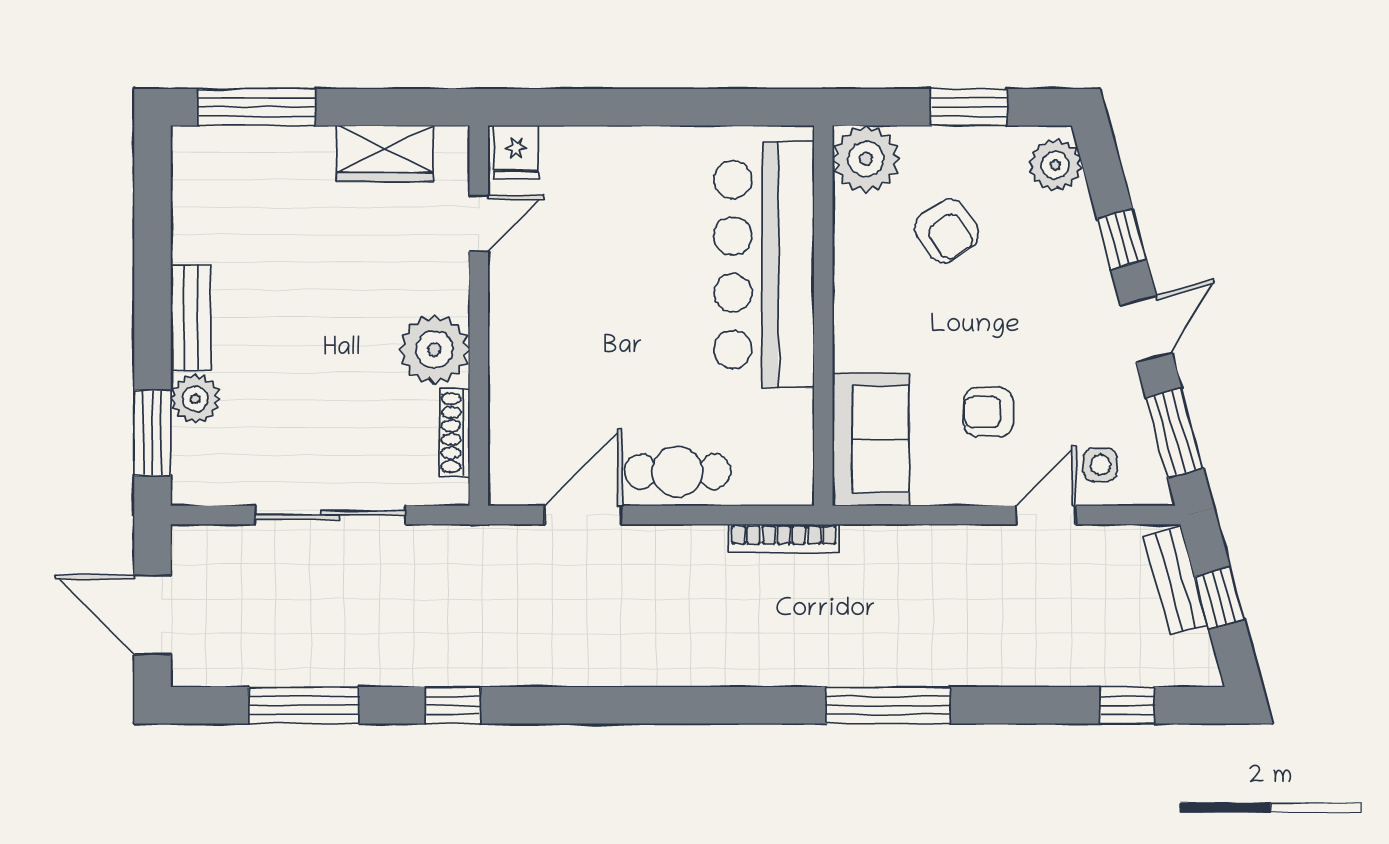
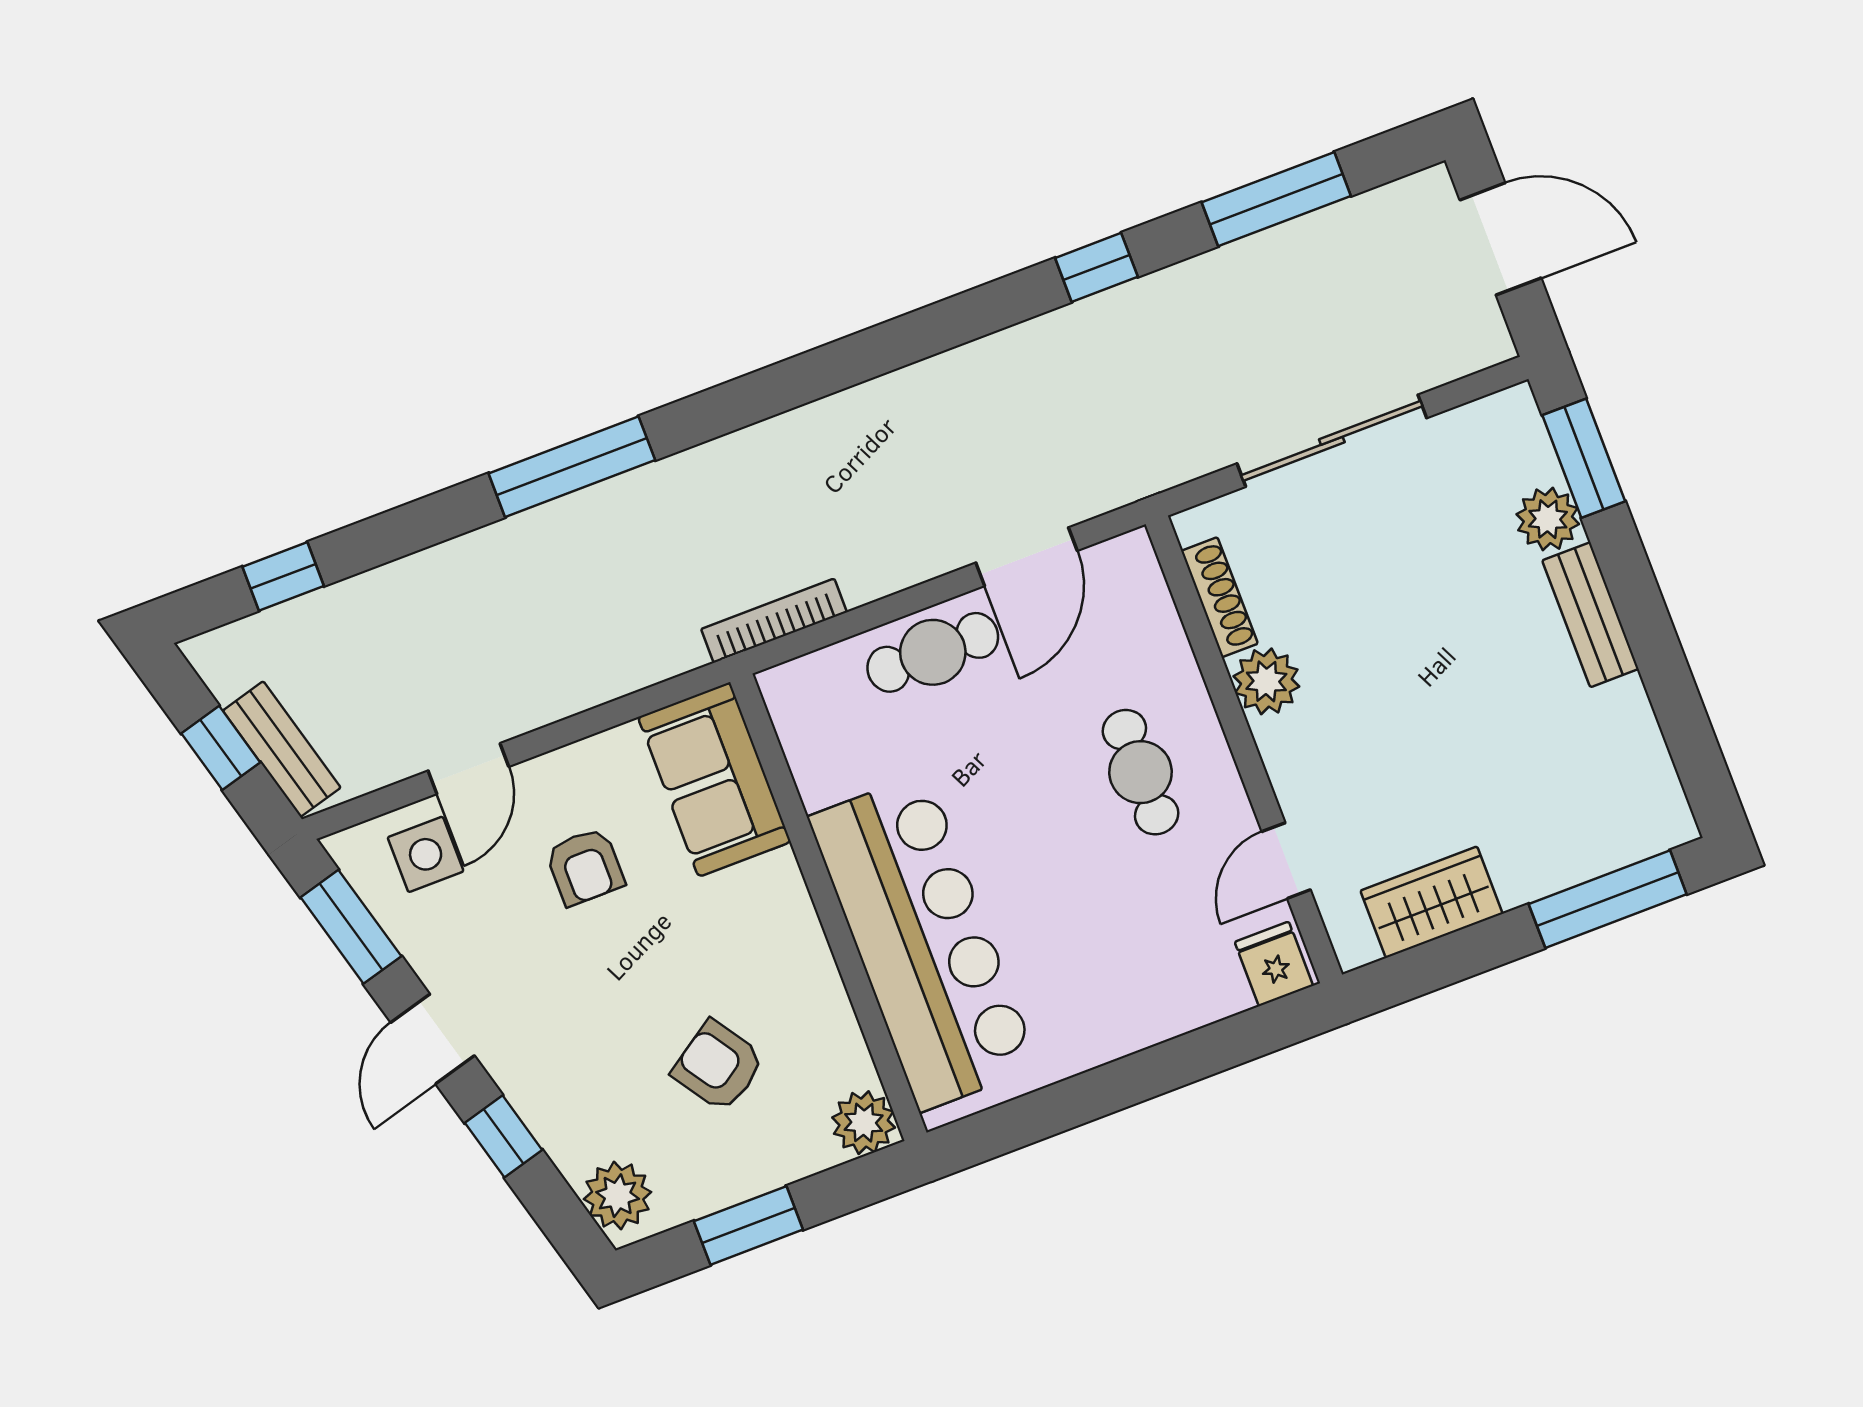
plant: (866, 159) -> (864, 1123), width x0.73, depth x0.73
cafe table: (560, 328) -> (1141, 772), added
plant: (434, 349) -> (1266, 681), width x0.73, depth x0.73
armchair: (988, 412) -> (585, 867), turned 90
side table: (1100, 465) -> (426, 854), width x1.37, depth x1.37

